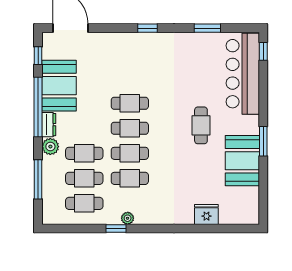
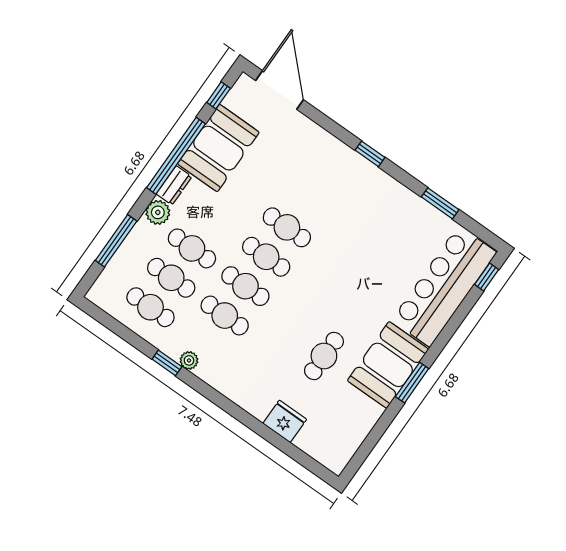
cafe table: (201, 125) -> (324, 356), moved
booth: (242, 161) -> (388, 365), moved

